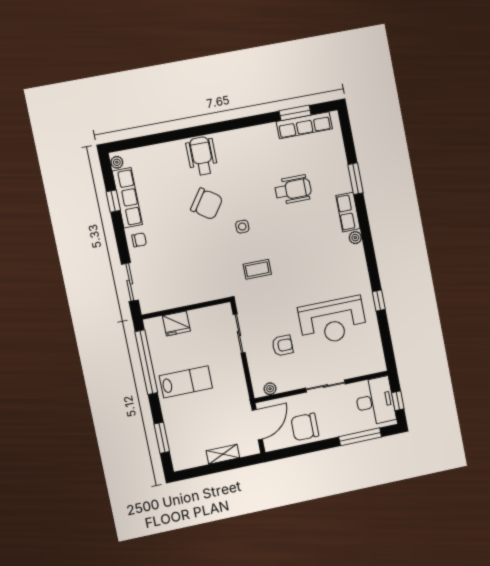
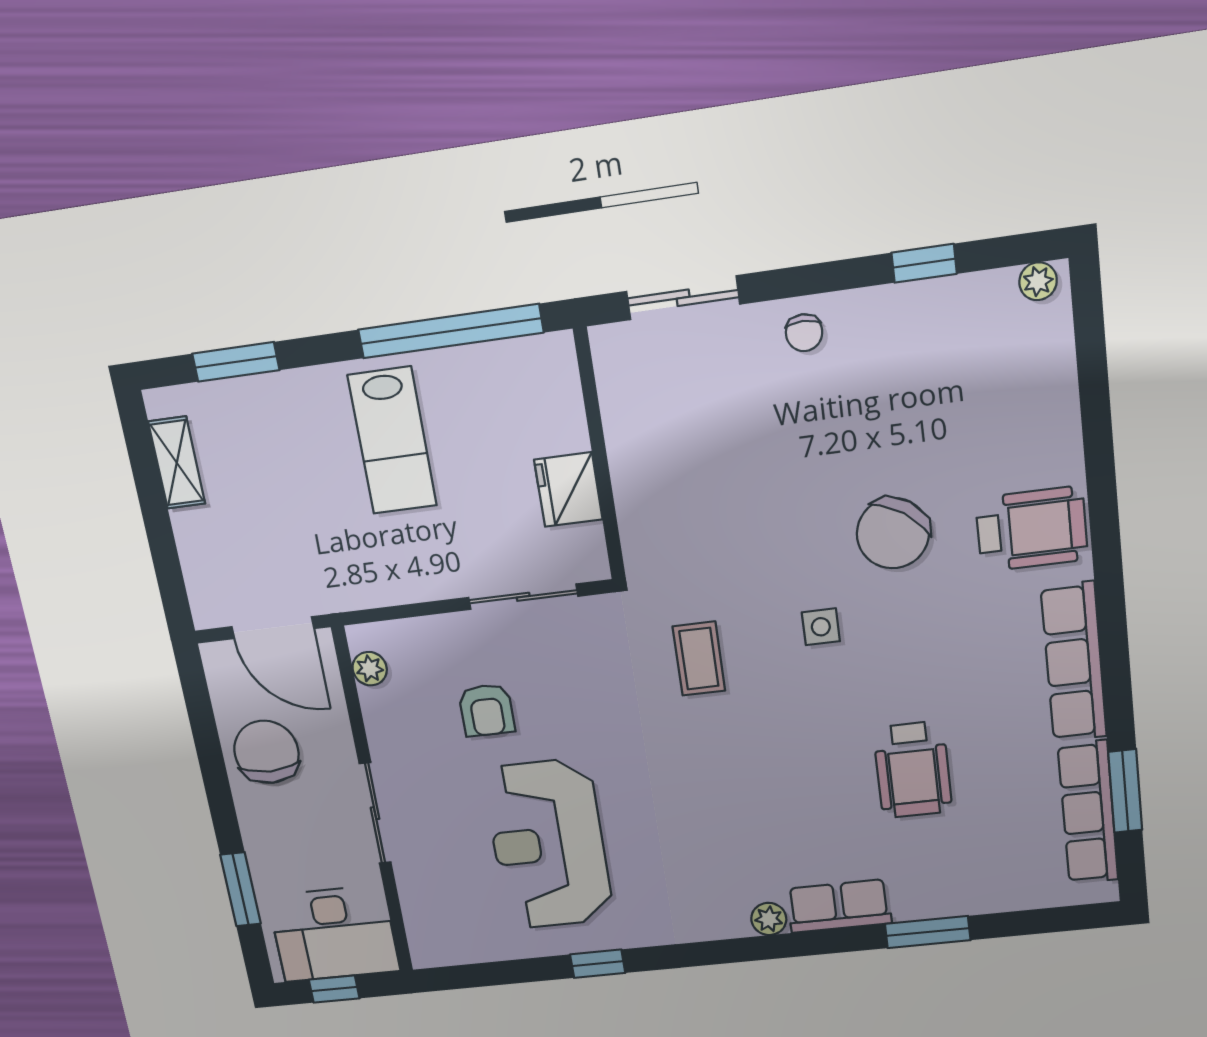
row of seats: (127, 198) -> (1074, 662), moved, turned 90
fridge: (176, 323) -> (568, 490), moved
window: (360, 437) -> (241, 889), width x0.69
shelving: (223, 454) -> (177, 463), moved

